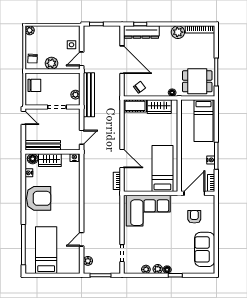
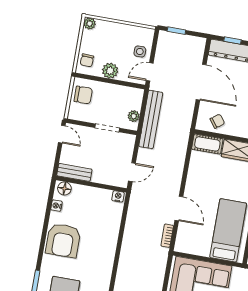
bench: (43, 145) -> (74, 172), width x0.73
wardrobe: (50, 160) -> (86, 194), removed
armchair: (39, 198) -> (63, 240), turned 90

